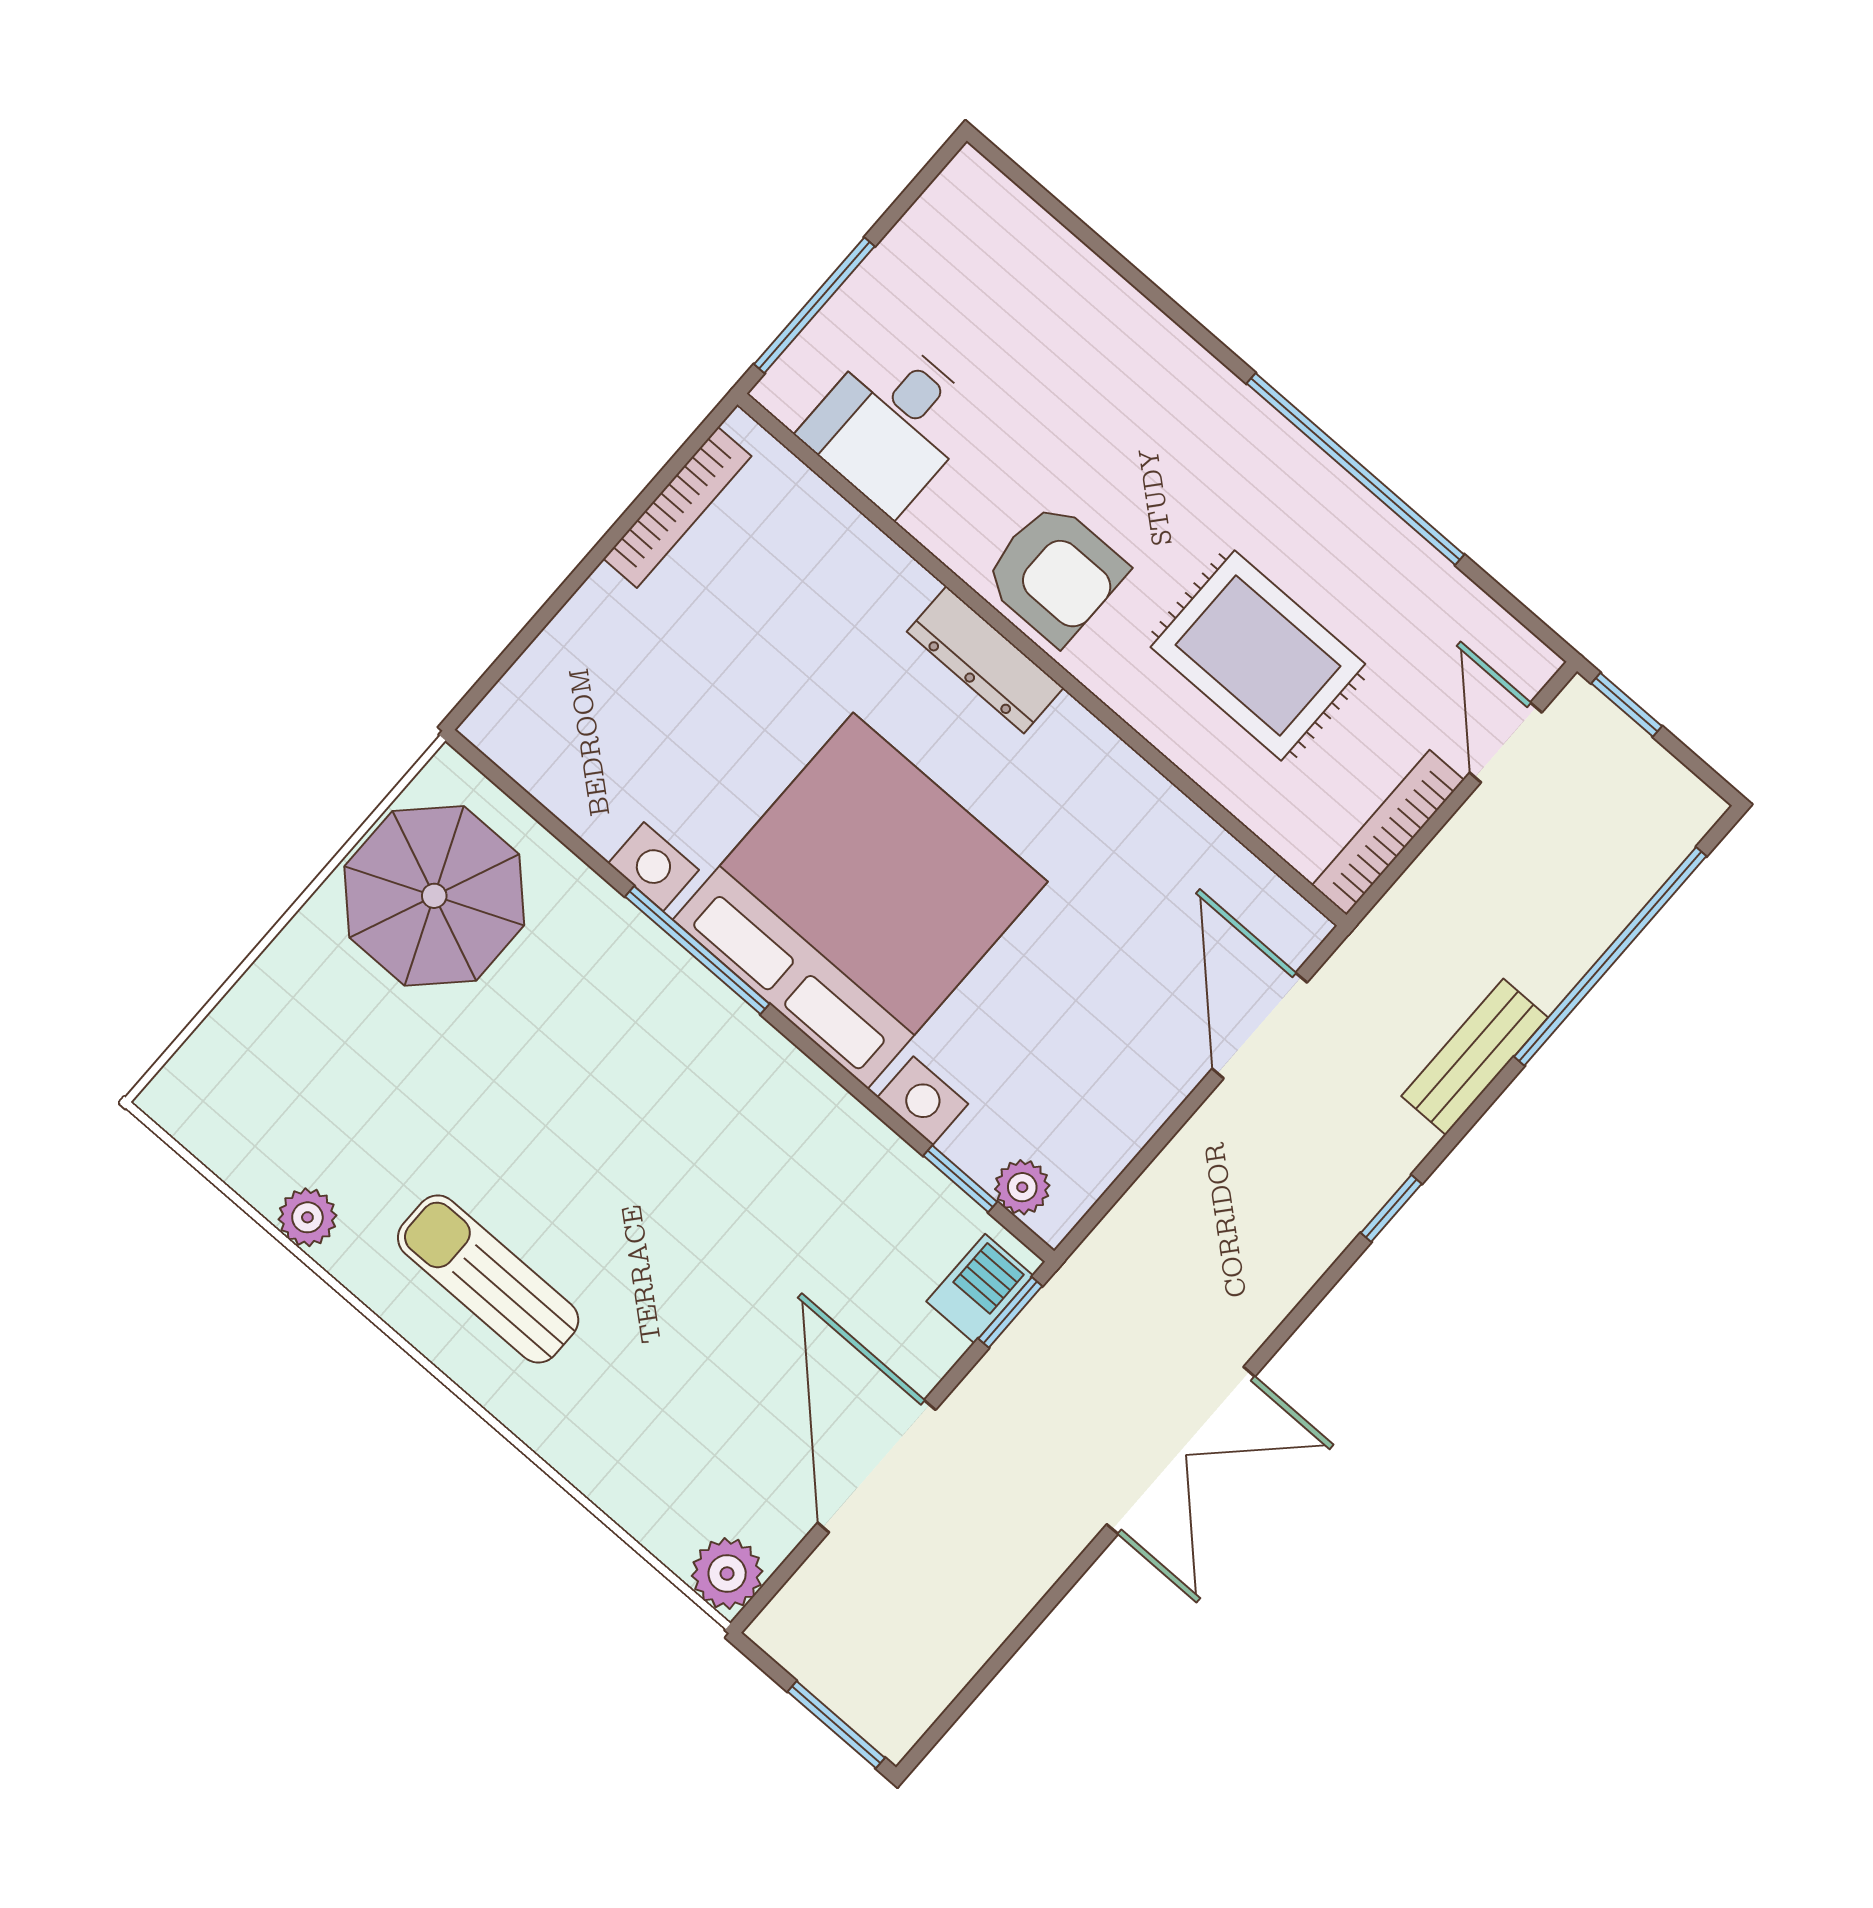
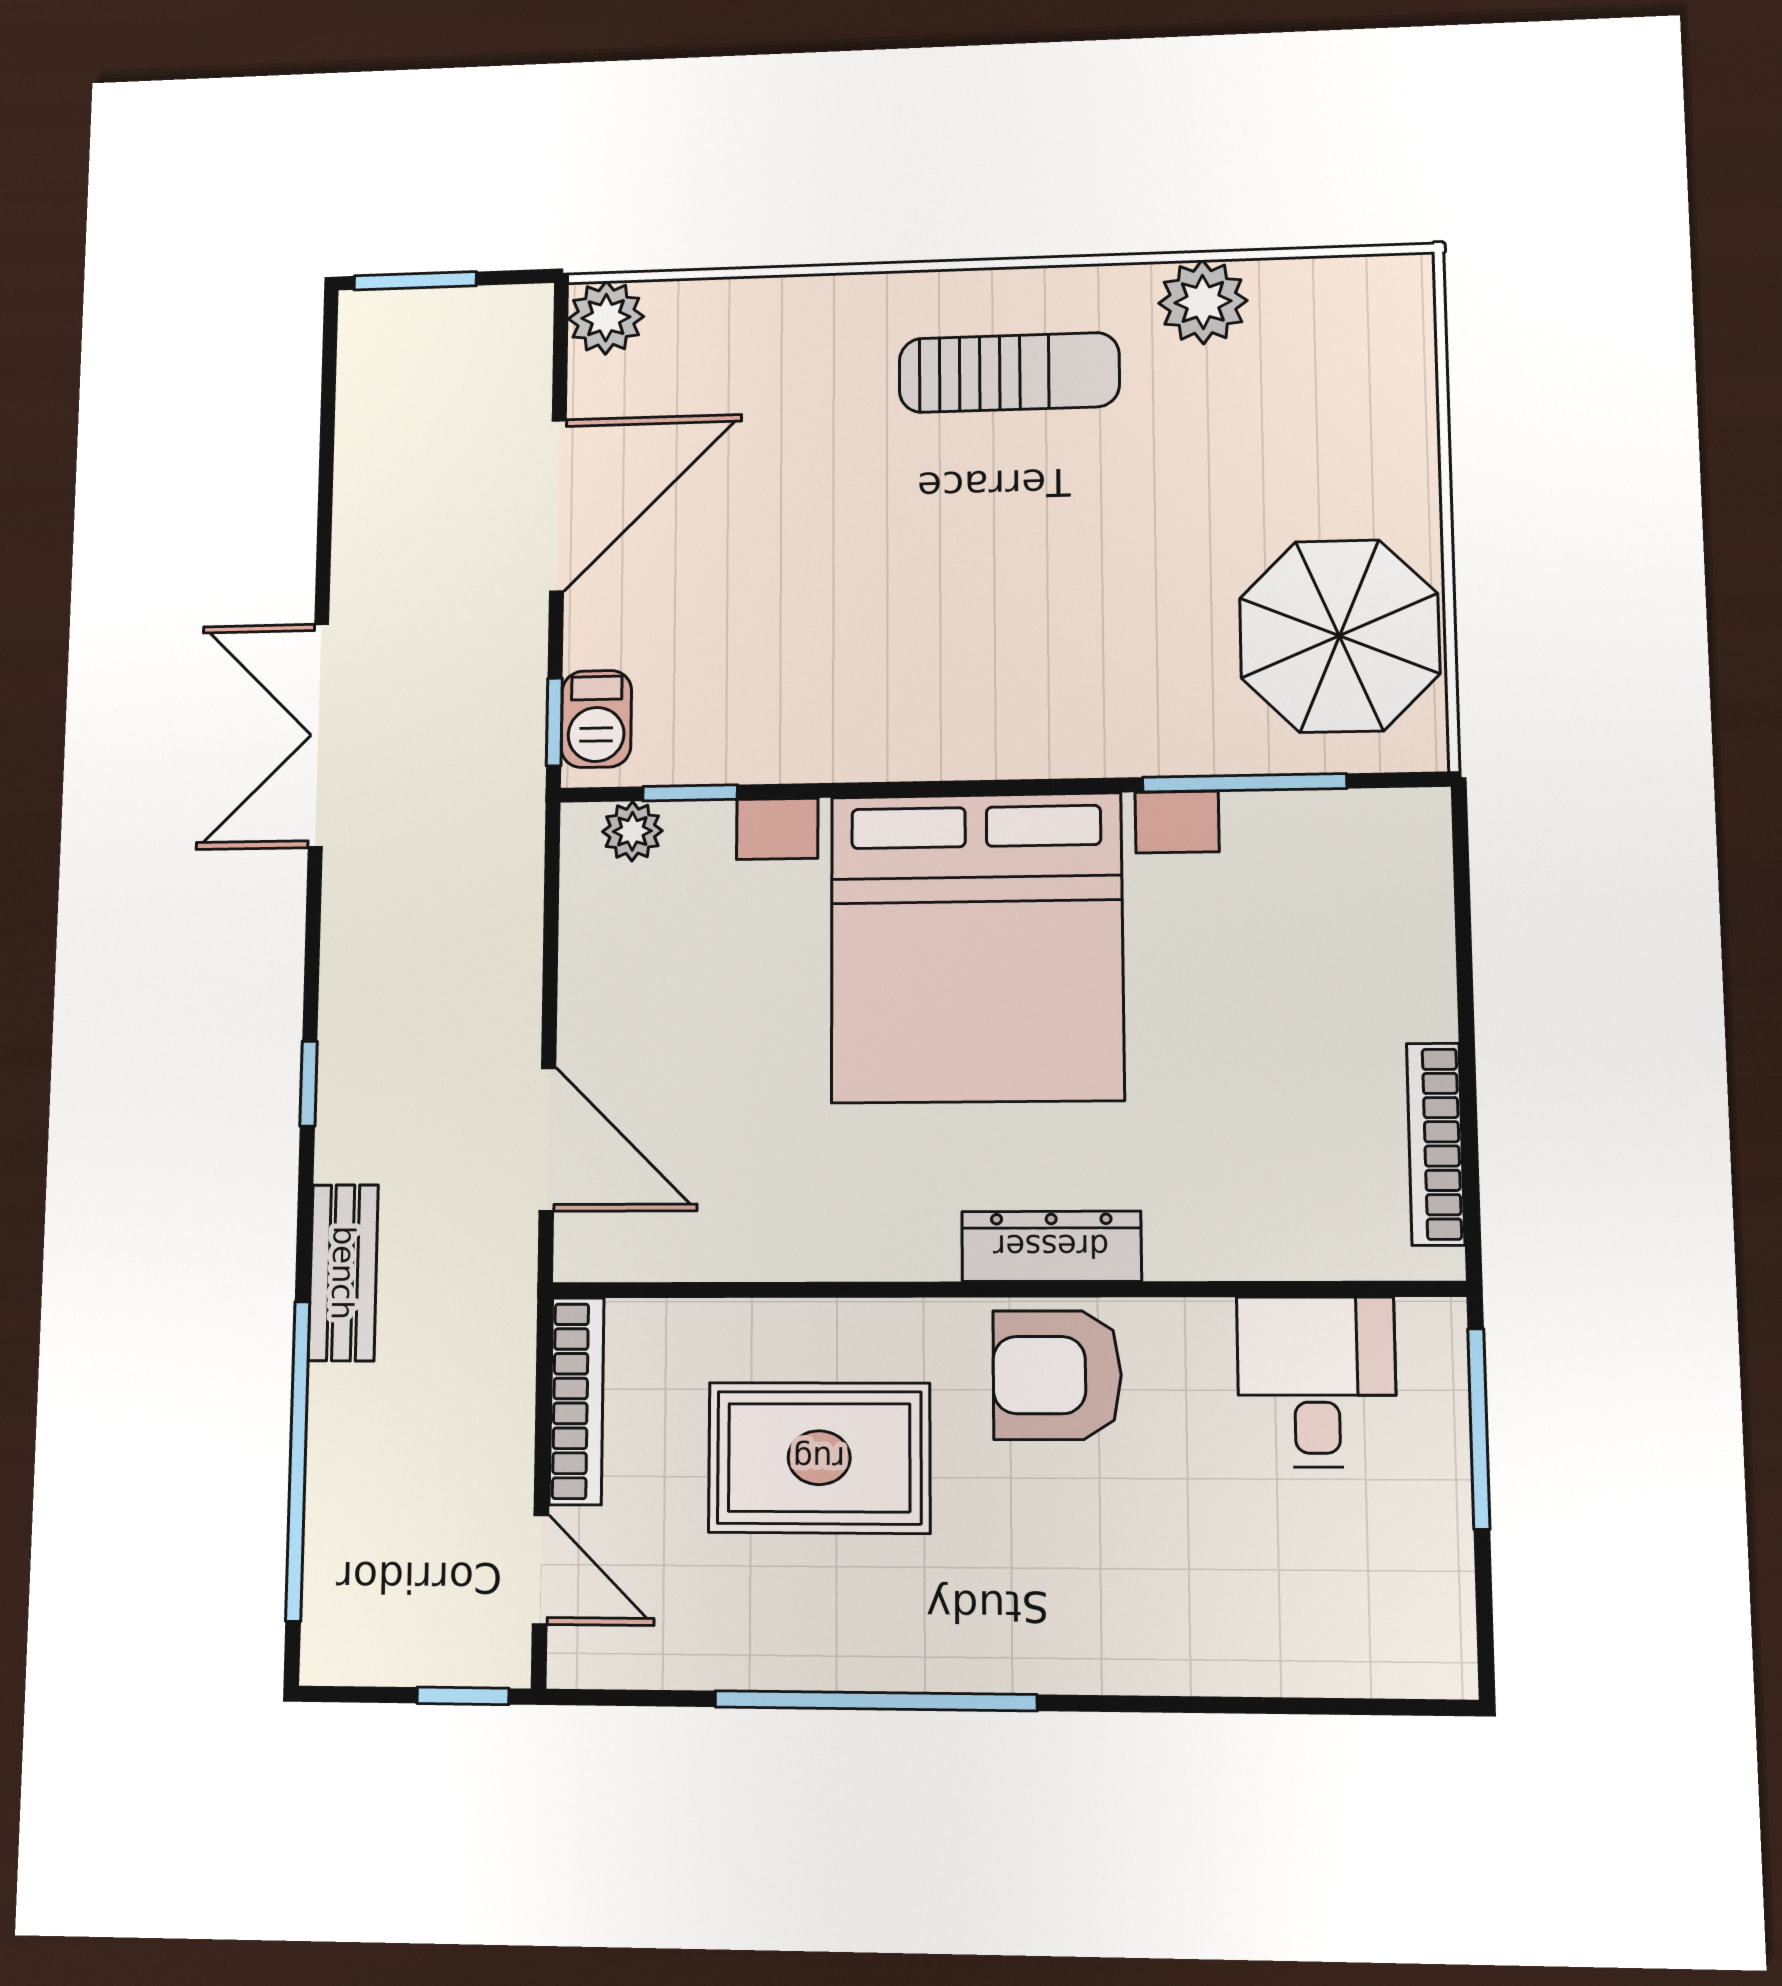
window: (697, 950) -> (1244, 783), moved
plant: (307, 1217) -> (1203, 302), width x1.38, depth x1.38
door: (877, 1466) -> (558, 505), hinge flipped

